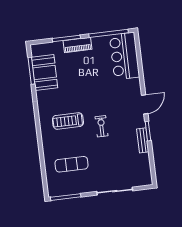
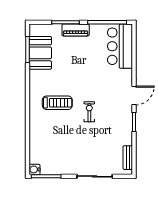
treadmill: (68, 121) -> (57, 103), turned 180
bench: (143, 140) -> (128, 158), moved
exercise mat: (72, 164) -> (56, 145), removed
water cooler: (53, 191) -> (35, 169), added

